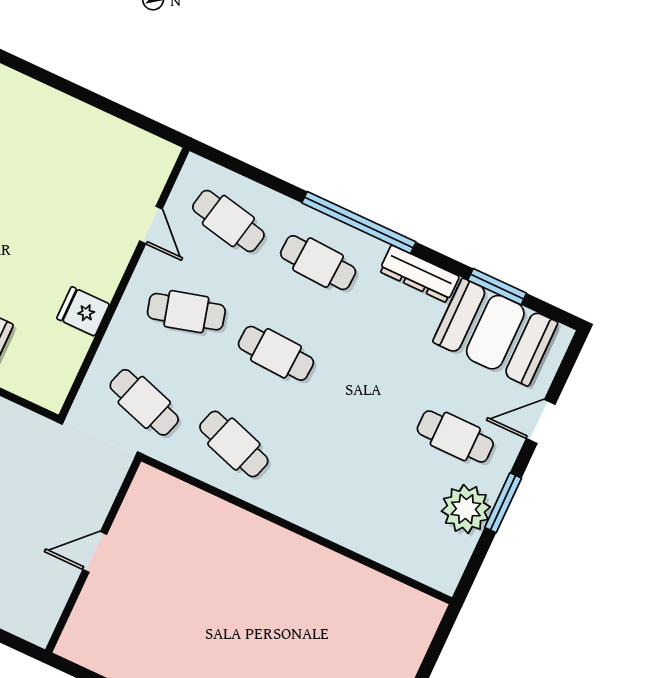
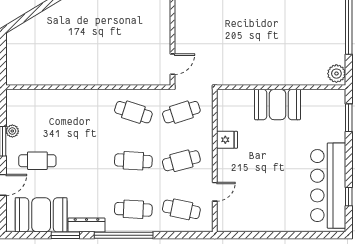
door: (151, 225) -> (215, 192), swing flipped
window: (497, 287) -> (65, 235), moved
cafe table: (144, 402) -> (181, 112), turned -36
plant: (466, 509) -> (12, 131), width x0.53, depth x0.53
door: (95, 552) -> (173, 64), moved

